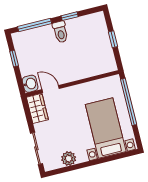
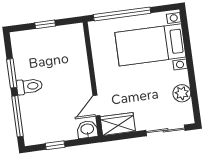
window: (70, 16) -> (12, 73), width x1.50

